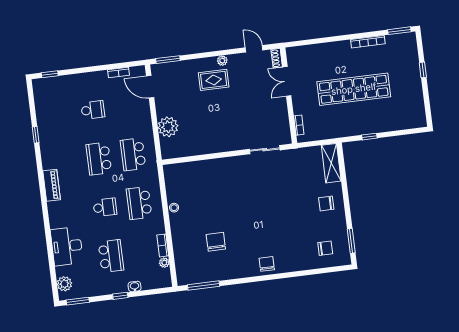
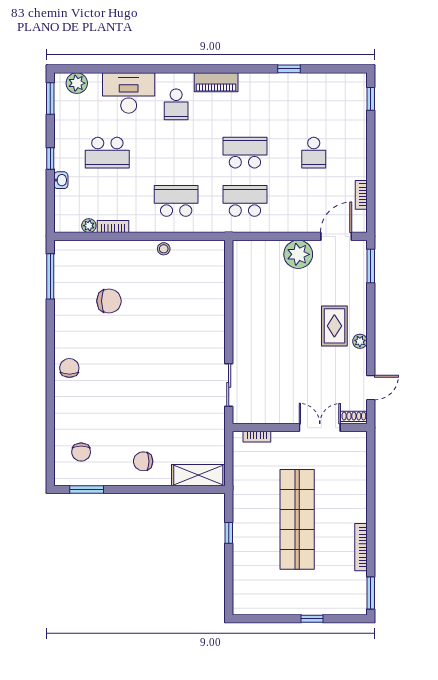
plant: (168, 127) -> (298, 254), moved
chair: (326, 203) -> (143, 461), turned -90
school desk: (105, 207) -> (176, 104), moved
chair: (267, 264) -> (69, 368), turned -90

